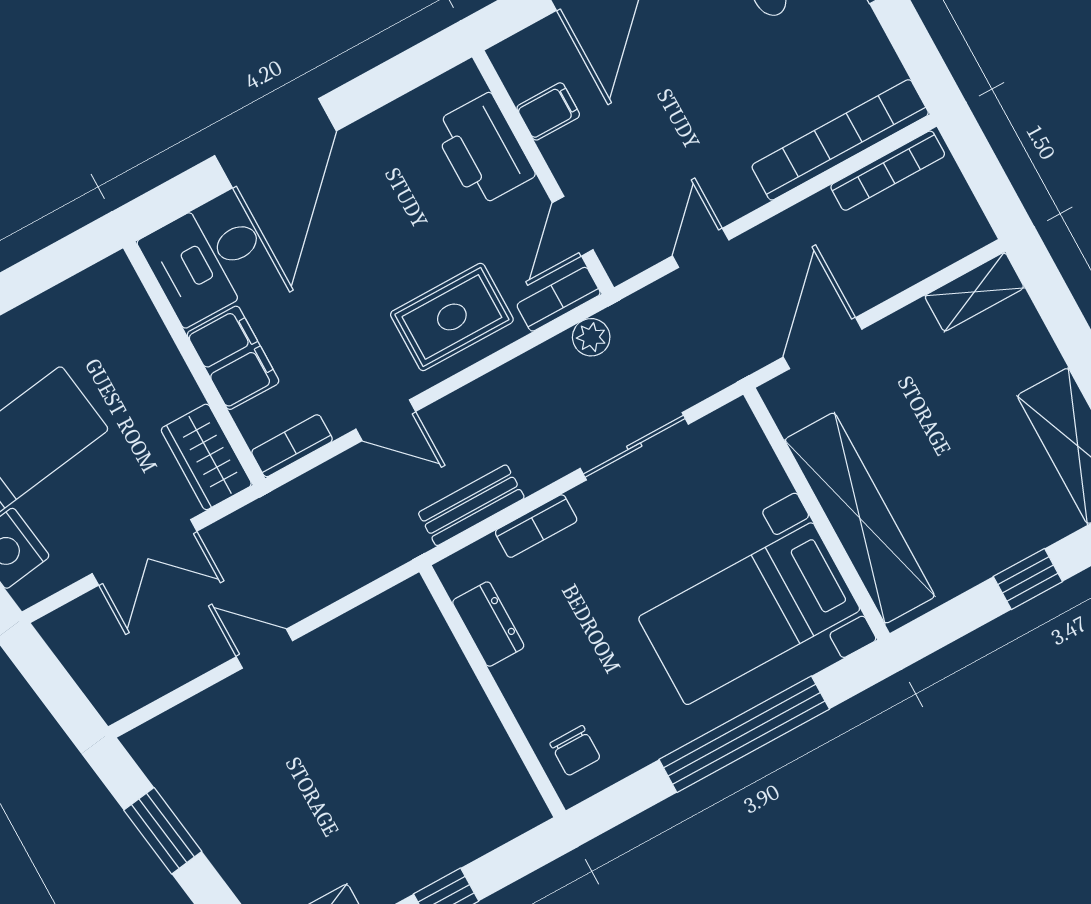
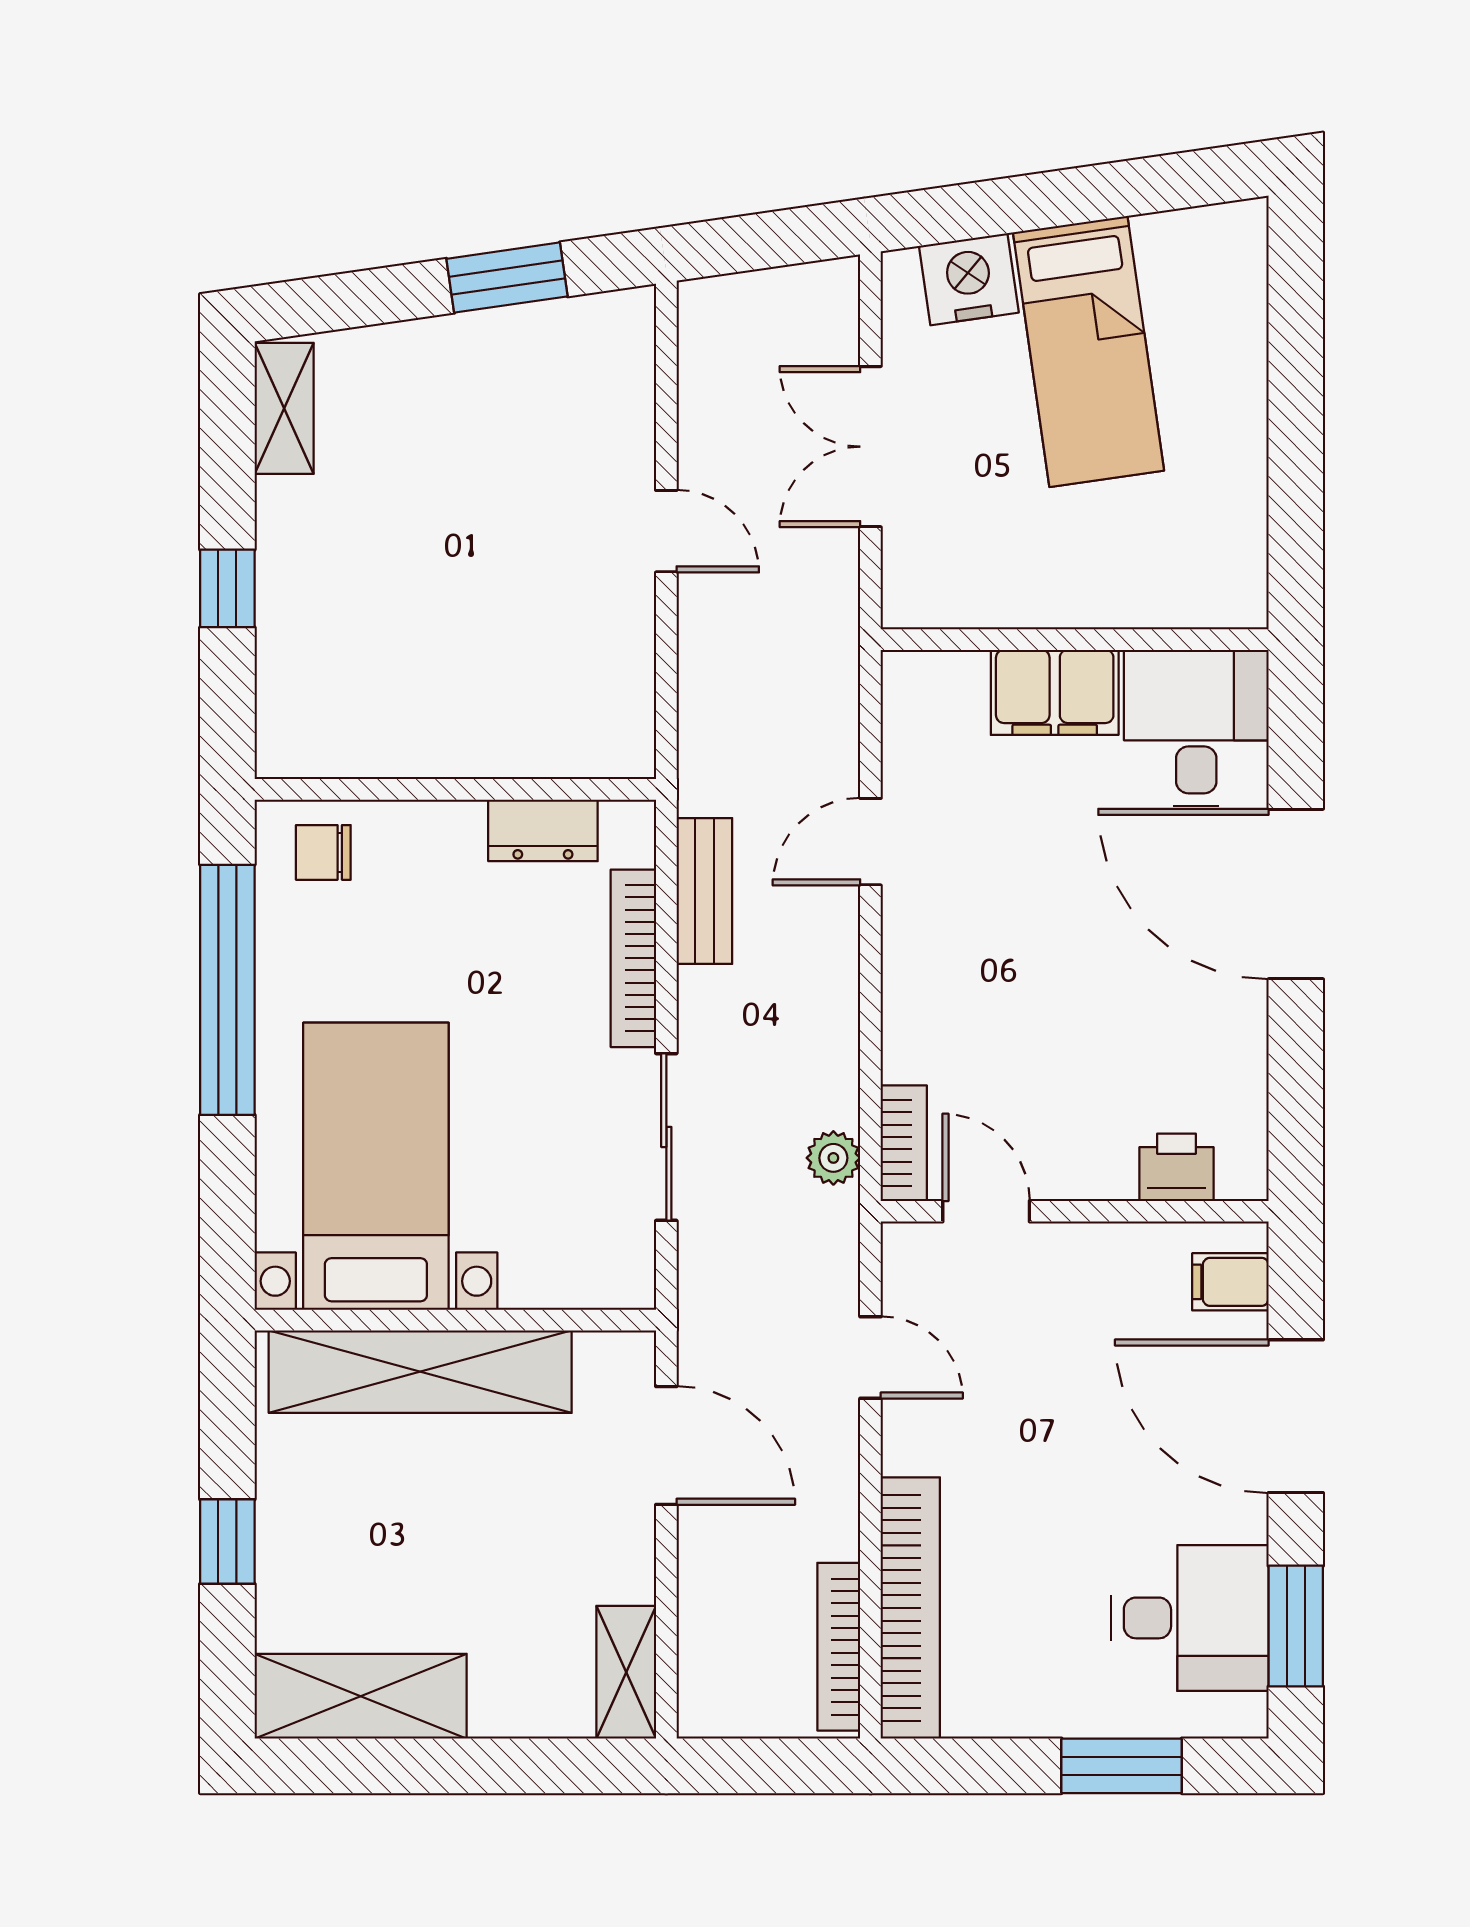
filing cabinet: (548, 111) -> (1230, 1282), moved, turned 90
printer: (483, 150) -> (1176, 1167), width x0.53, depth x0.68
rug: (452, 317) -> (955, 996), removed
bookcase: (292, 446) -> (903, 706), removed
wardrobe: (206, 457) -> (948, 590), removed
bookcase: (536, 526) -> (633, 958), width x1.56
door: (264, 649) -> (666, 531), hinge flipped
window: (744, 734) -> (227, 990), moved

